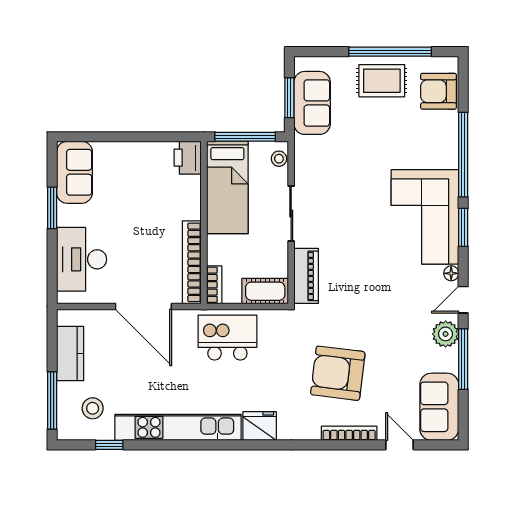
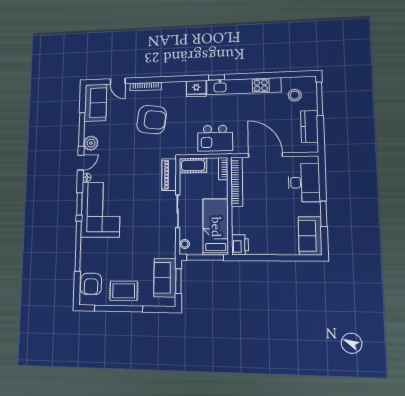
armchair: (438, 91) -> (91, 284), turned 90
window: (109, 445) -> (216, 77), moved

